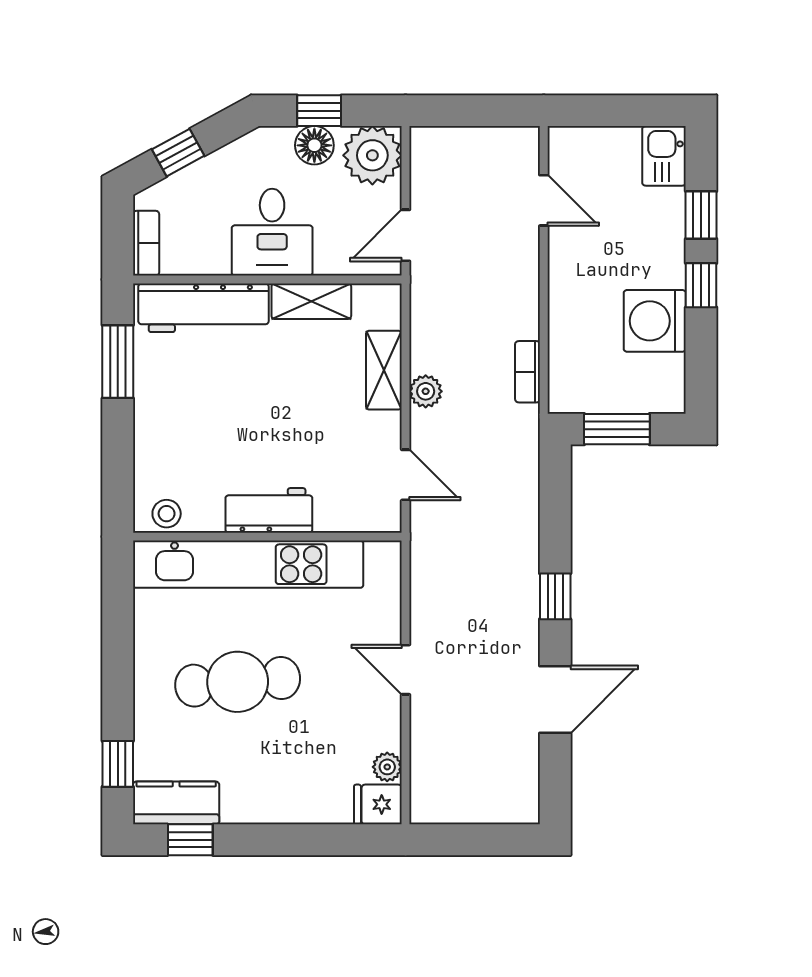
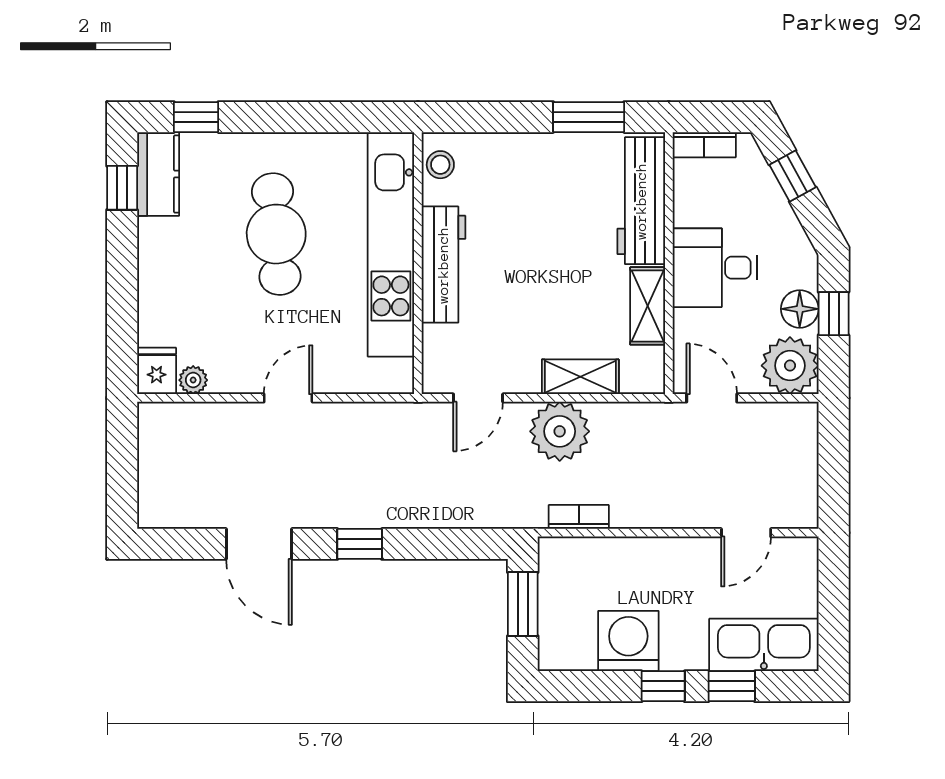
kitchen sink: (664, 156) -> (764, 645), width x1.88, depth x1.24
plant: (426, 391) -> (560, 431), width x1.88, depth x1.88
workbench: (269, 510) -> (443, 265), width x1.38

